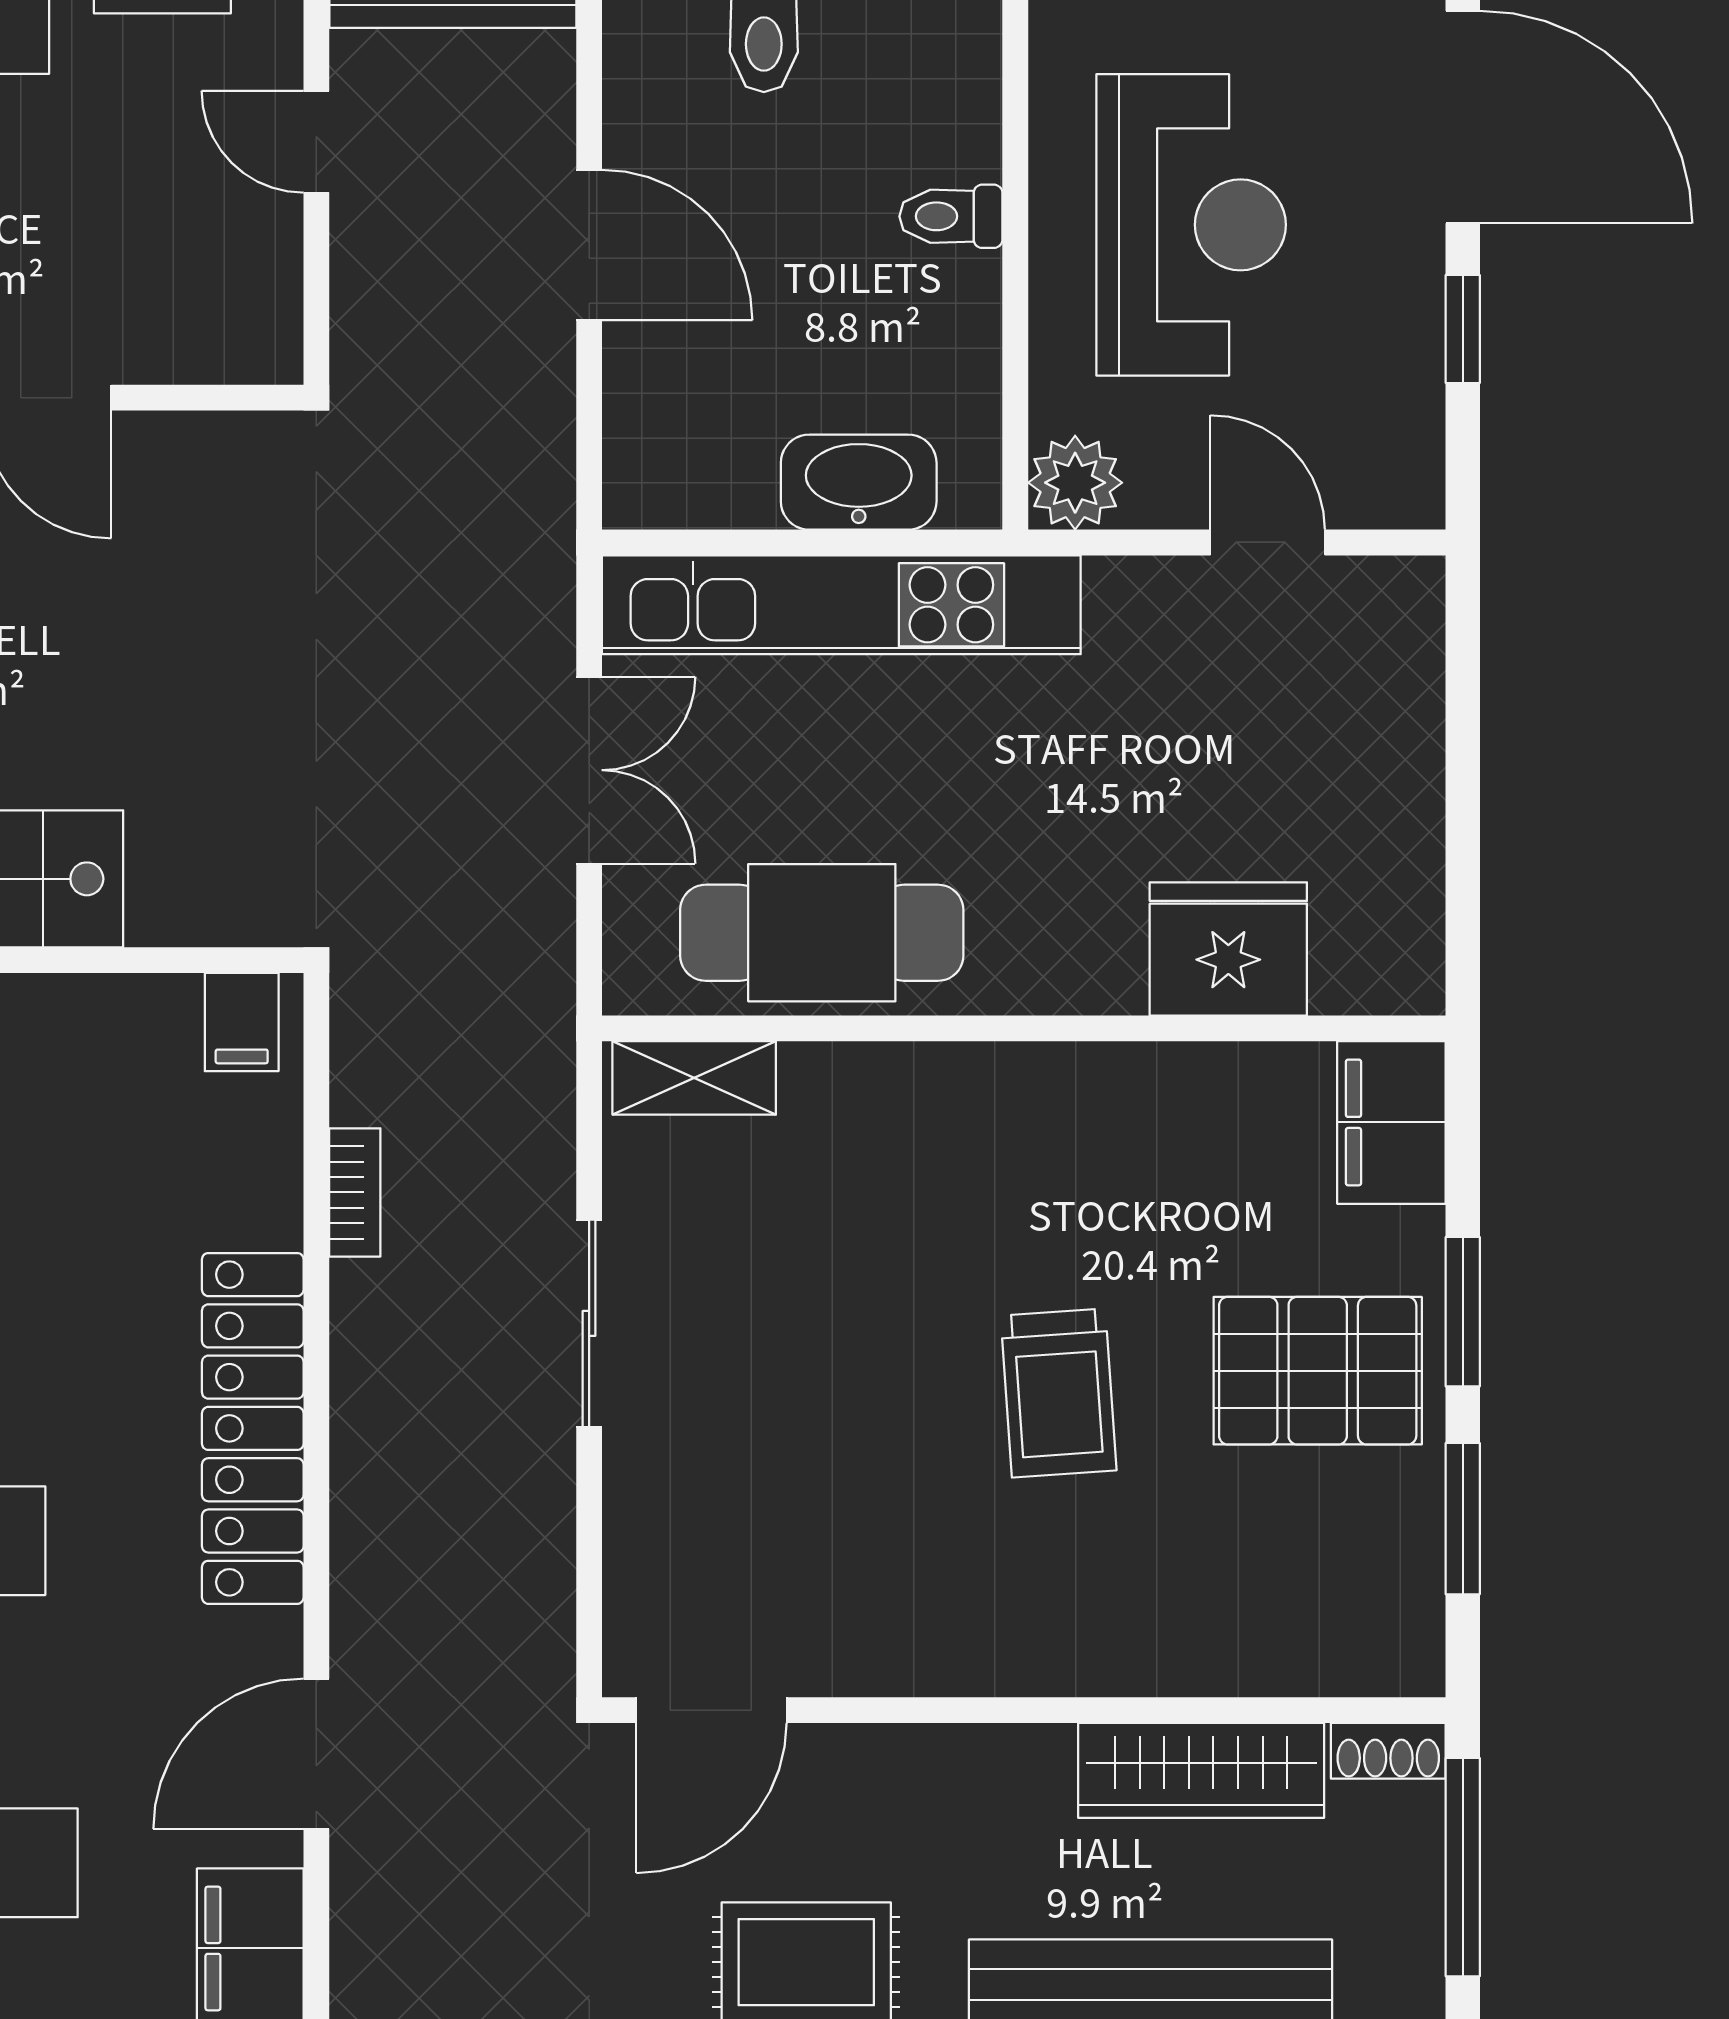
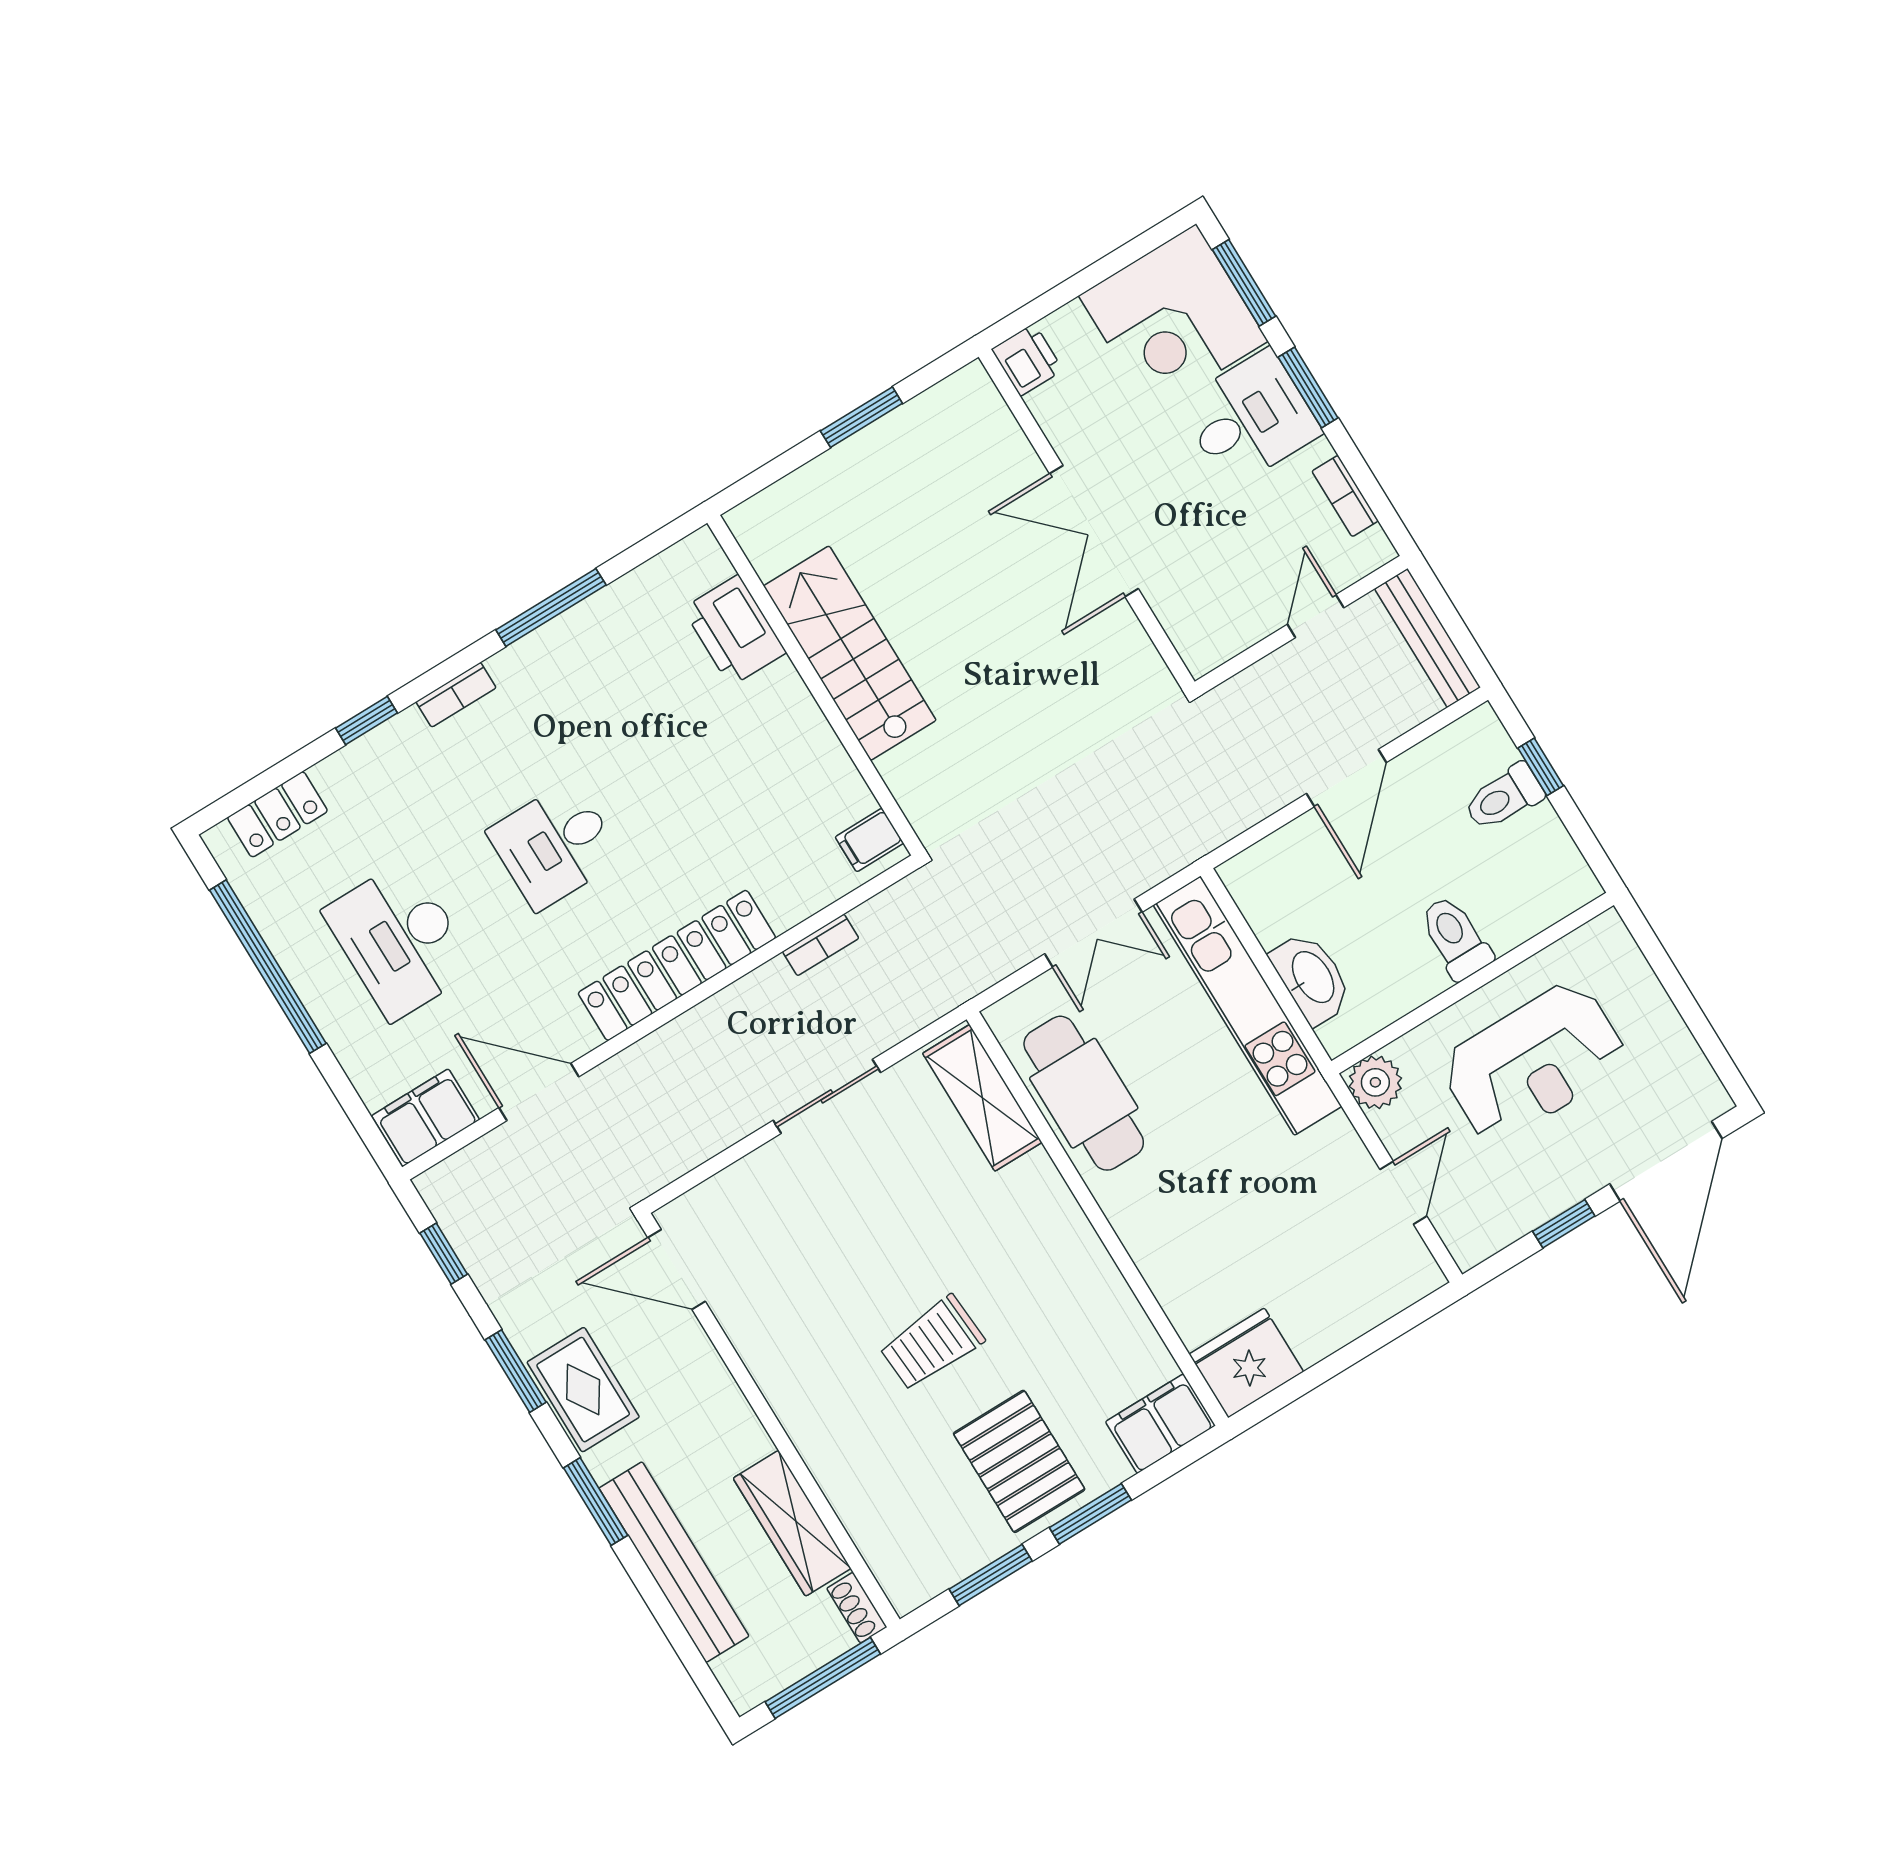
toilet: (951, 216) -> (1455, 938), width x1.37, depth x1.39
fridge: (1228, 949) -> (1246, 1363), moved, turned -90
shelving: (694, 1078) -> (982, 1098), width x1.50, depth x1.33

